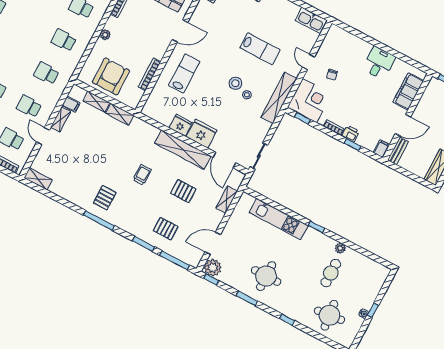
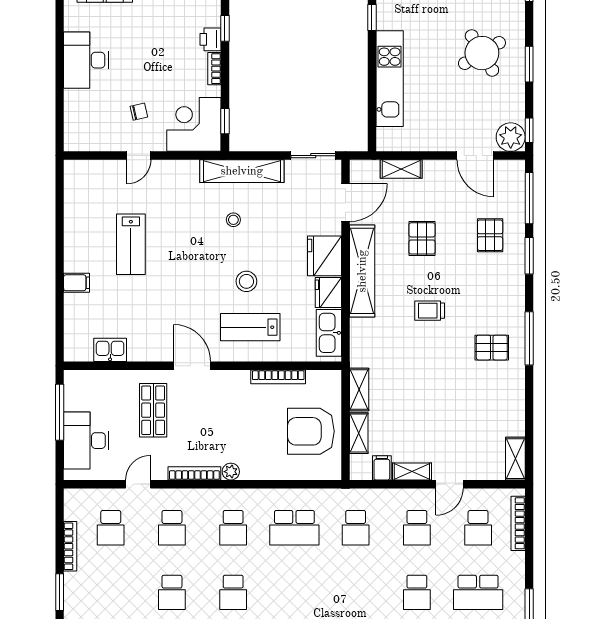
kitchen sink: (311, 20) -> (329, 333), moved, turned 180
plant: (105, 35) -> (231, 472), moved
school desk: (64, 40) -> (294, 528), width x1.85
lab bench: (260, 49) -> (131, 244), moved, turned 180
desk: (379, 63) -> (86, 60), width x1.37
stool: (235, 83) -> (246, 281), moved
shelving: (279, 98) -> (242, 171), moved
round table: (266, 276) -> (482, 53), turned -31

